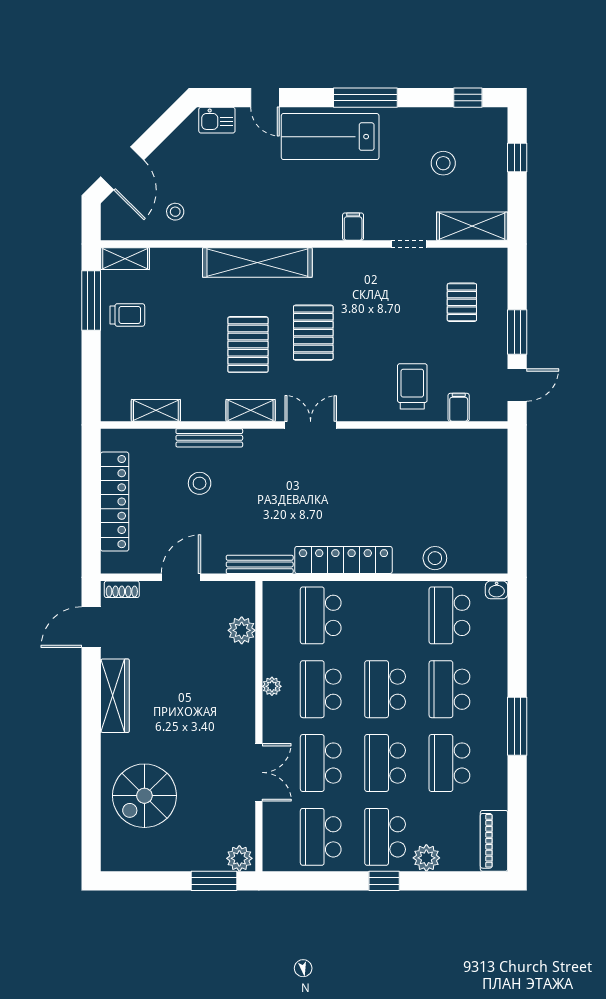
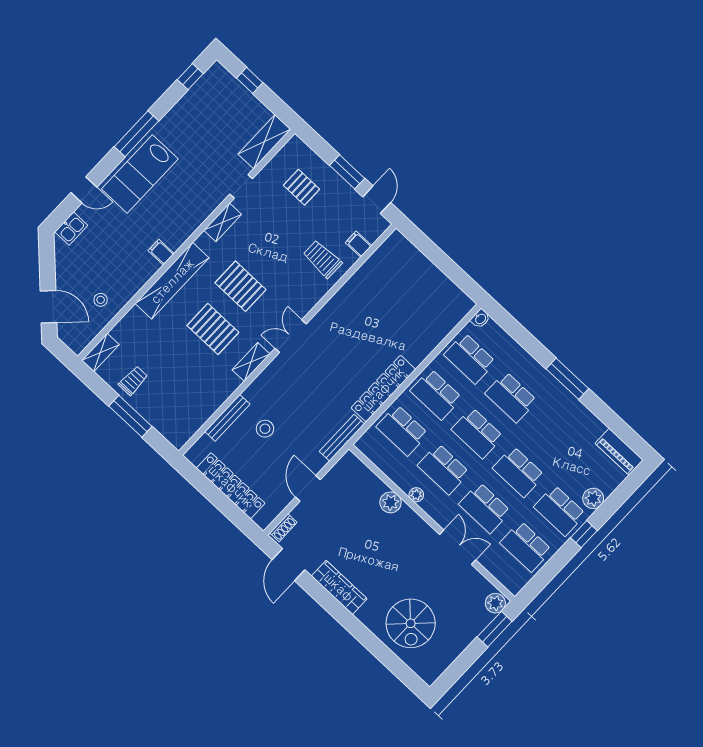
stool: (443, 163) -> (214, 125), removed
filing cabinet: (353, 227) -> (161, 252), moved
window: (91, 301) -> (130, 416), moved
shelving: (156, 410) -> (223, 222), moved
bench: (209, 438) -> (227, 418), moved
stool: (435, 558) -> (430, 336), removed
plant: (242, 630) -> (391, 502), moved
school desk: (449, 763) -> (436, 394), moved

